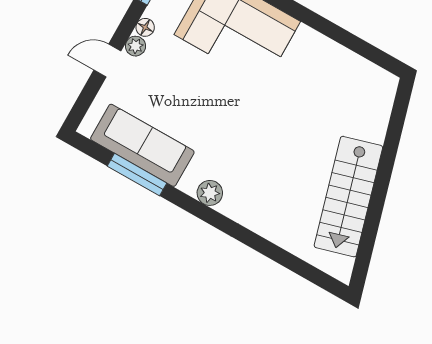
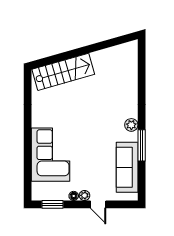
window: (137, 175) -> (142, 145), moved
stairs: (348, 197) -> (63, 72), moved

